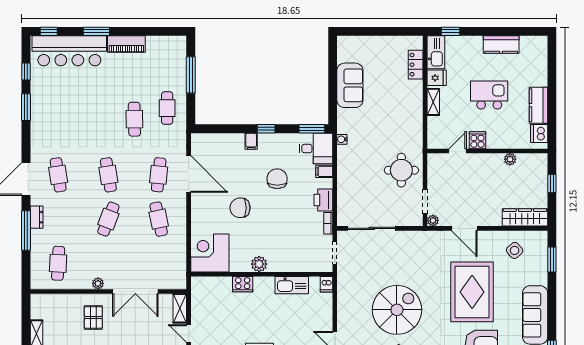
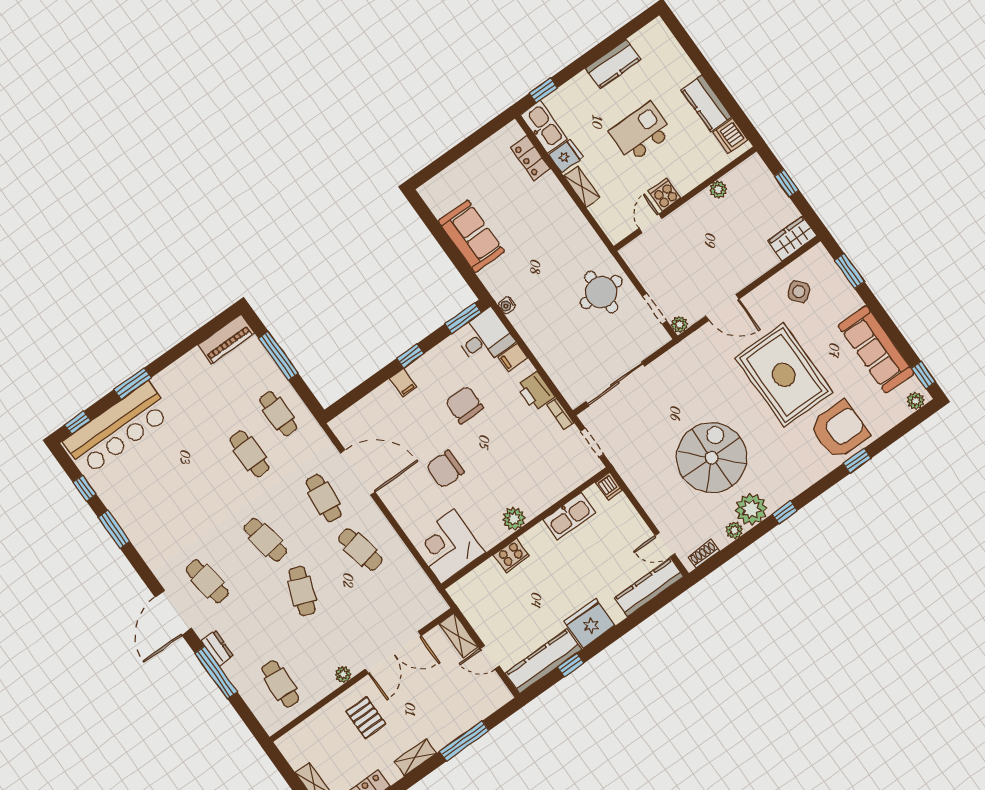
piano: (126, 44) -> (226, 339), moved
wardrobe: (525, 217) -> (792, 239), width x0.67

